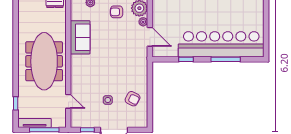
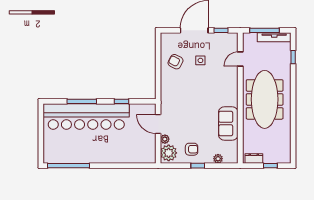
door: (68, 101) -> (240, 59), hinge flipped

